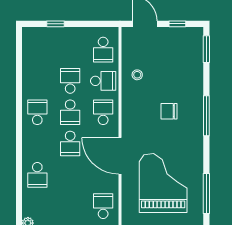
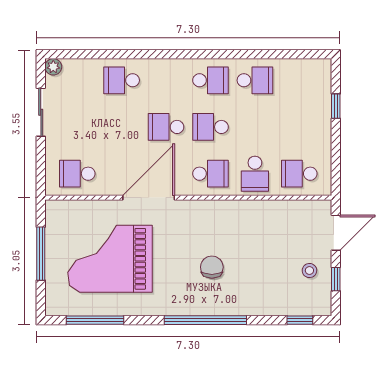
window: (206, 49) -> (300, 320), width x0.67
stool: (137, 75) -> (309, 271), moved
school desk: (70, 81) -> (255, 80), moved
window: (206, 116) -> (205, 320), width x1.46
grand piano: (163, 183) -> (110, 259), turned 180
school desk: (103, 206) -> (77, 174), turned 180

